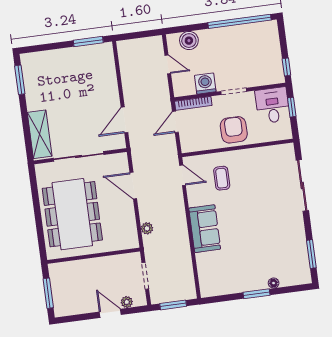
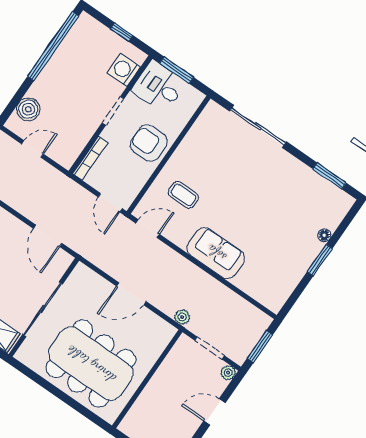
window: (286, 67) -> (122, 32), moved
washing machine: (205, 84) -> (124, 70), moved
window: (292, 107) -> (177, 70), width x1.50
door: (175, 122) -> (110, 203), moved
door: (133, 186) -> (131, 294), moved
plant: (147, 228) -> (182, 317), moved
plant: (127, 302) -> (228, 373), moved

